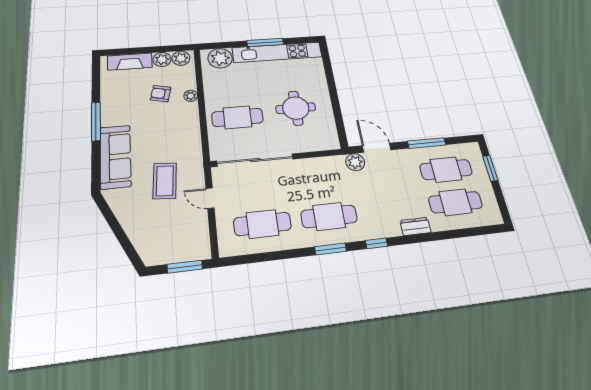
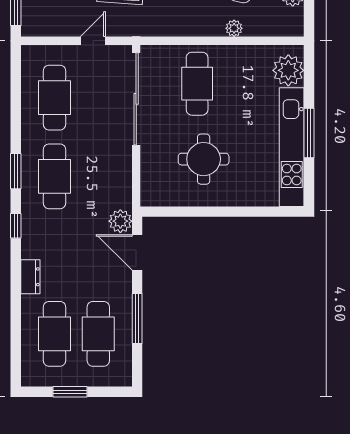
plant: (181, 58) -> (293, 20), removed
door: (377, 148) -> (137, 252), swing flipped
window: (490, 168) -> (70, 392), moved

